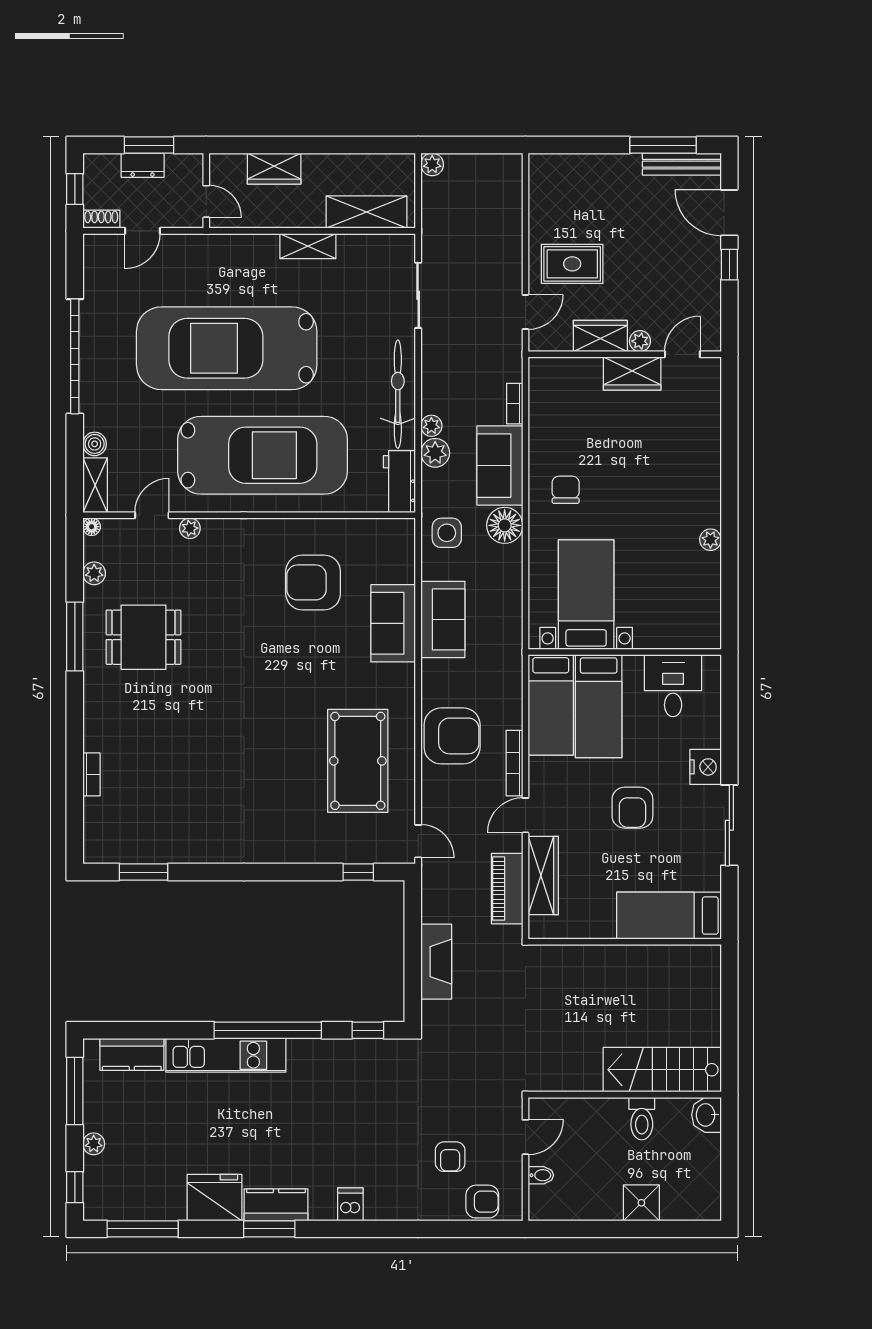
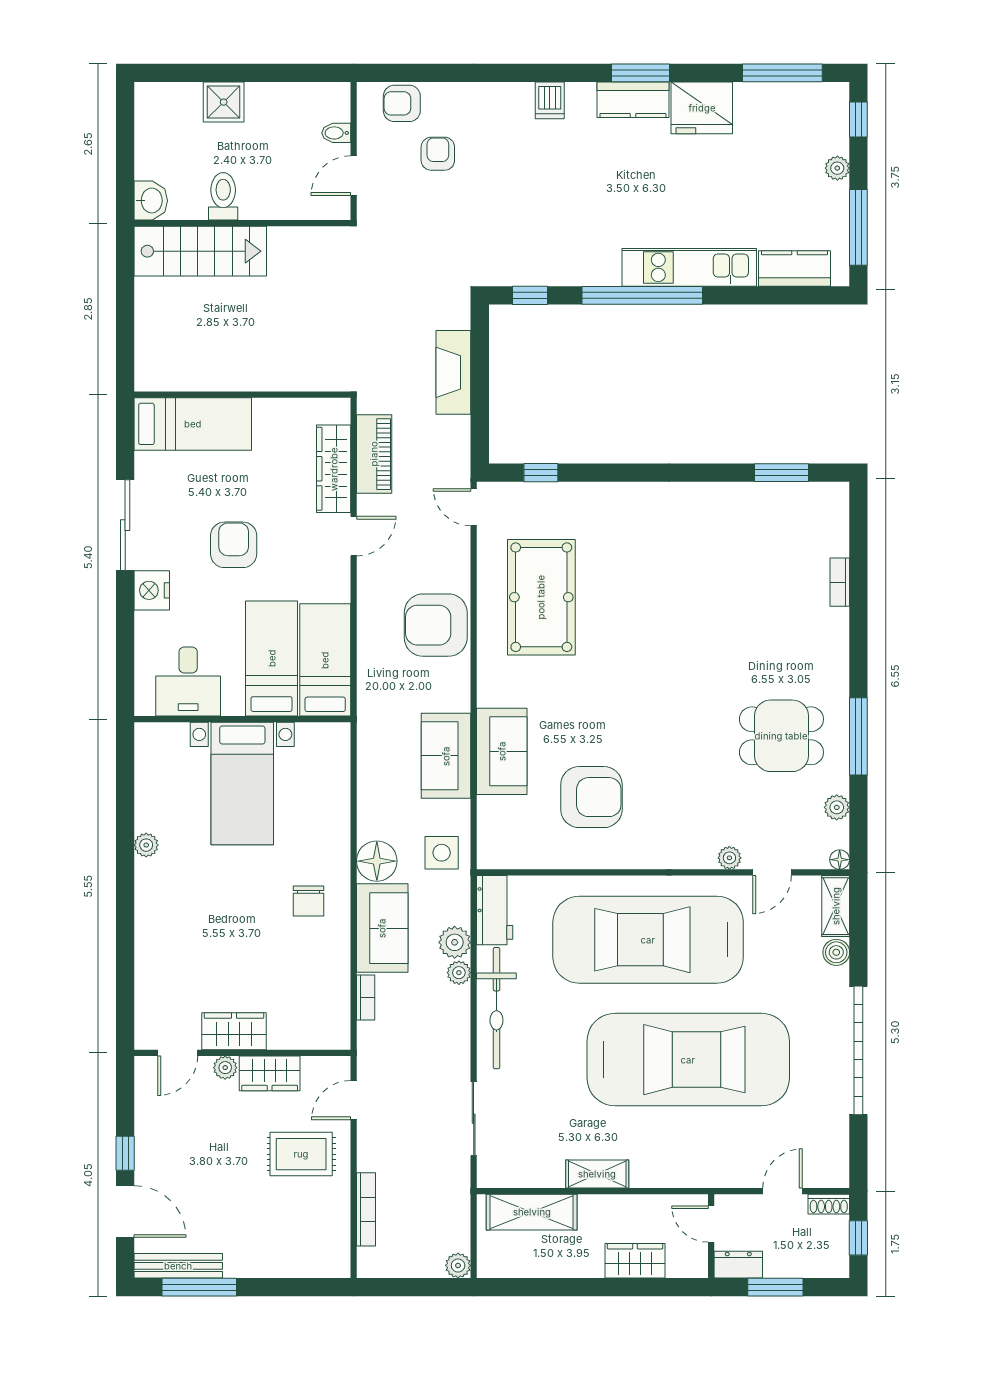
dresser: (143, 165) -> (738, 1265), moved
bed with nightstands: (586, 595) -> (242, 784), moved
bookcase: (514, 763) -> (366, 1209), moved

